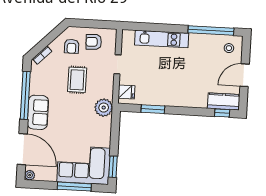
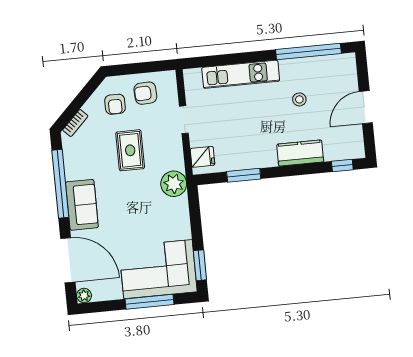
stool: (229, 48) -> (299, 99), moved
kitchen counter: (224, 101) -> (300, 153), moved

